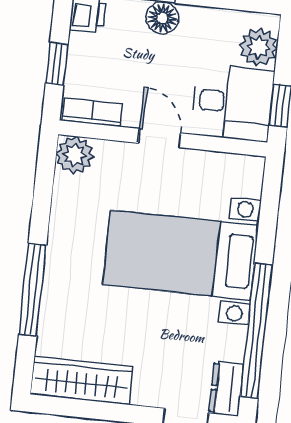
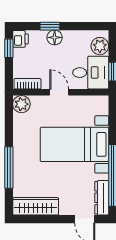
window: (57, 64) -> (9, 48), moved
dresser: (226, 389) -> (102, 198), width x1.44

